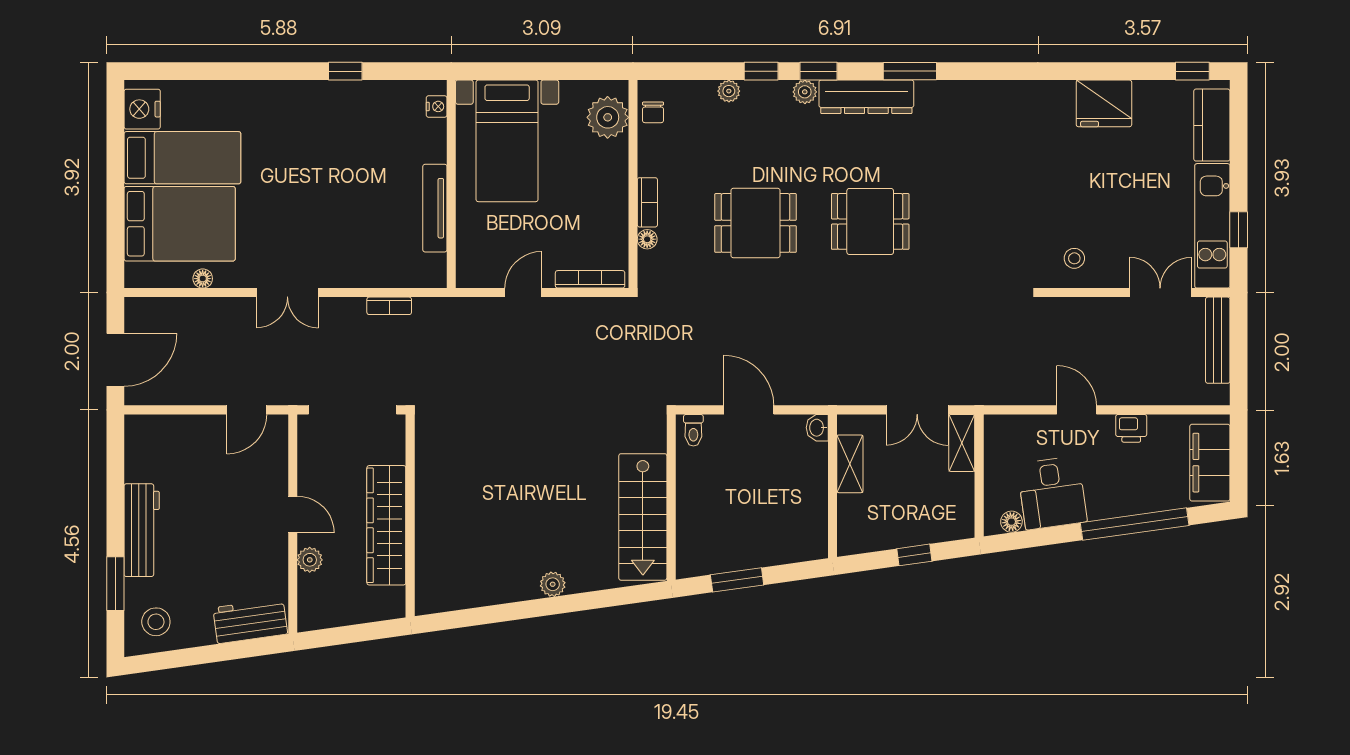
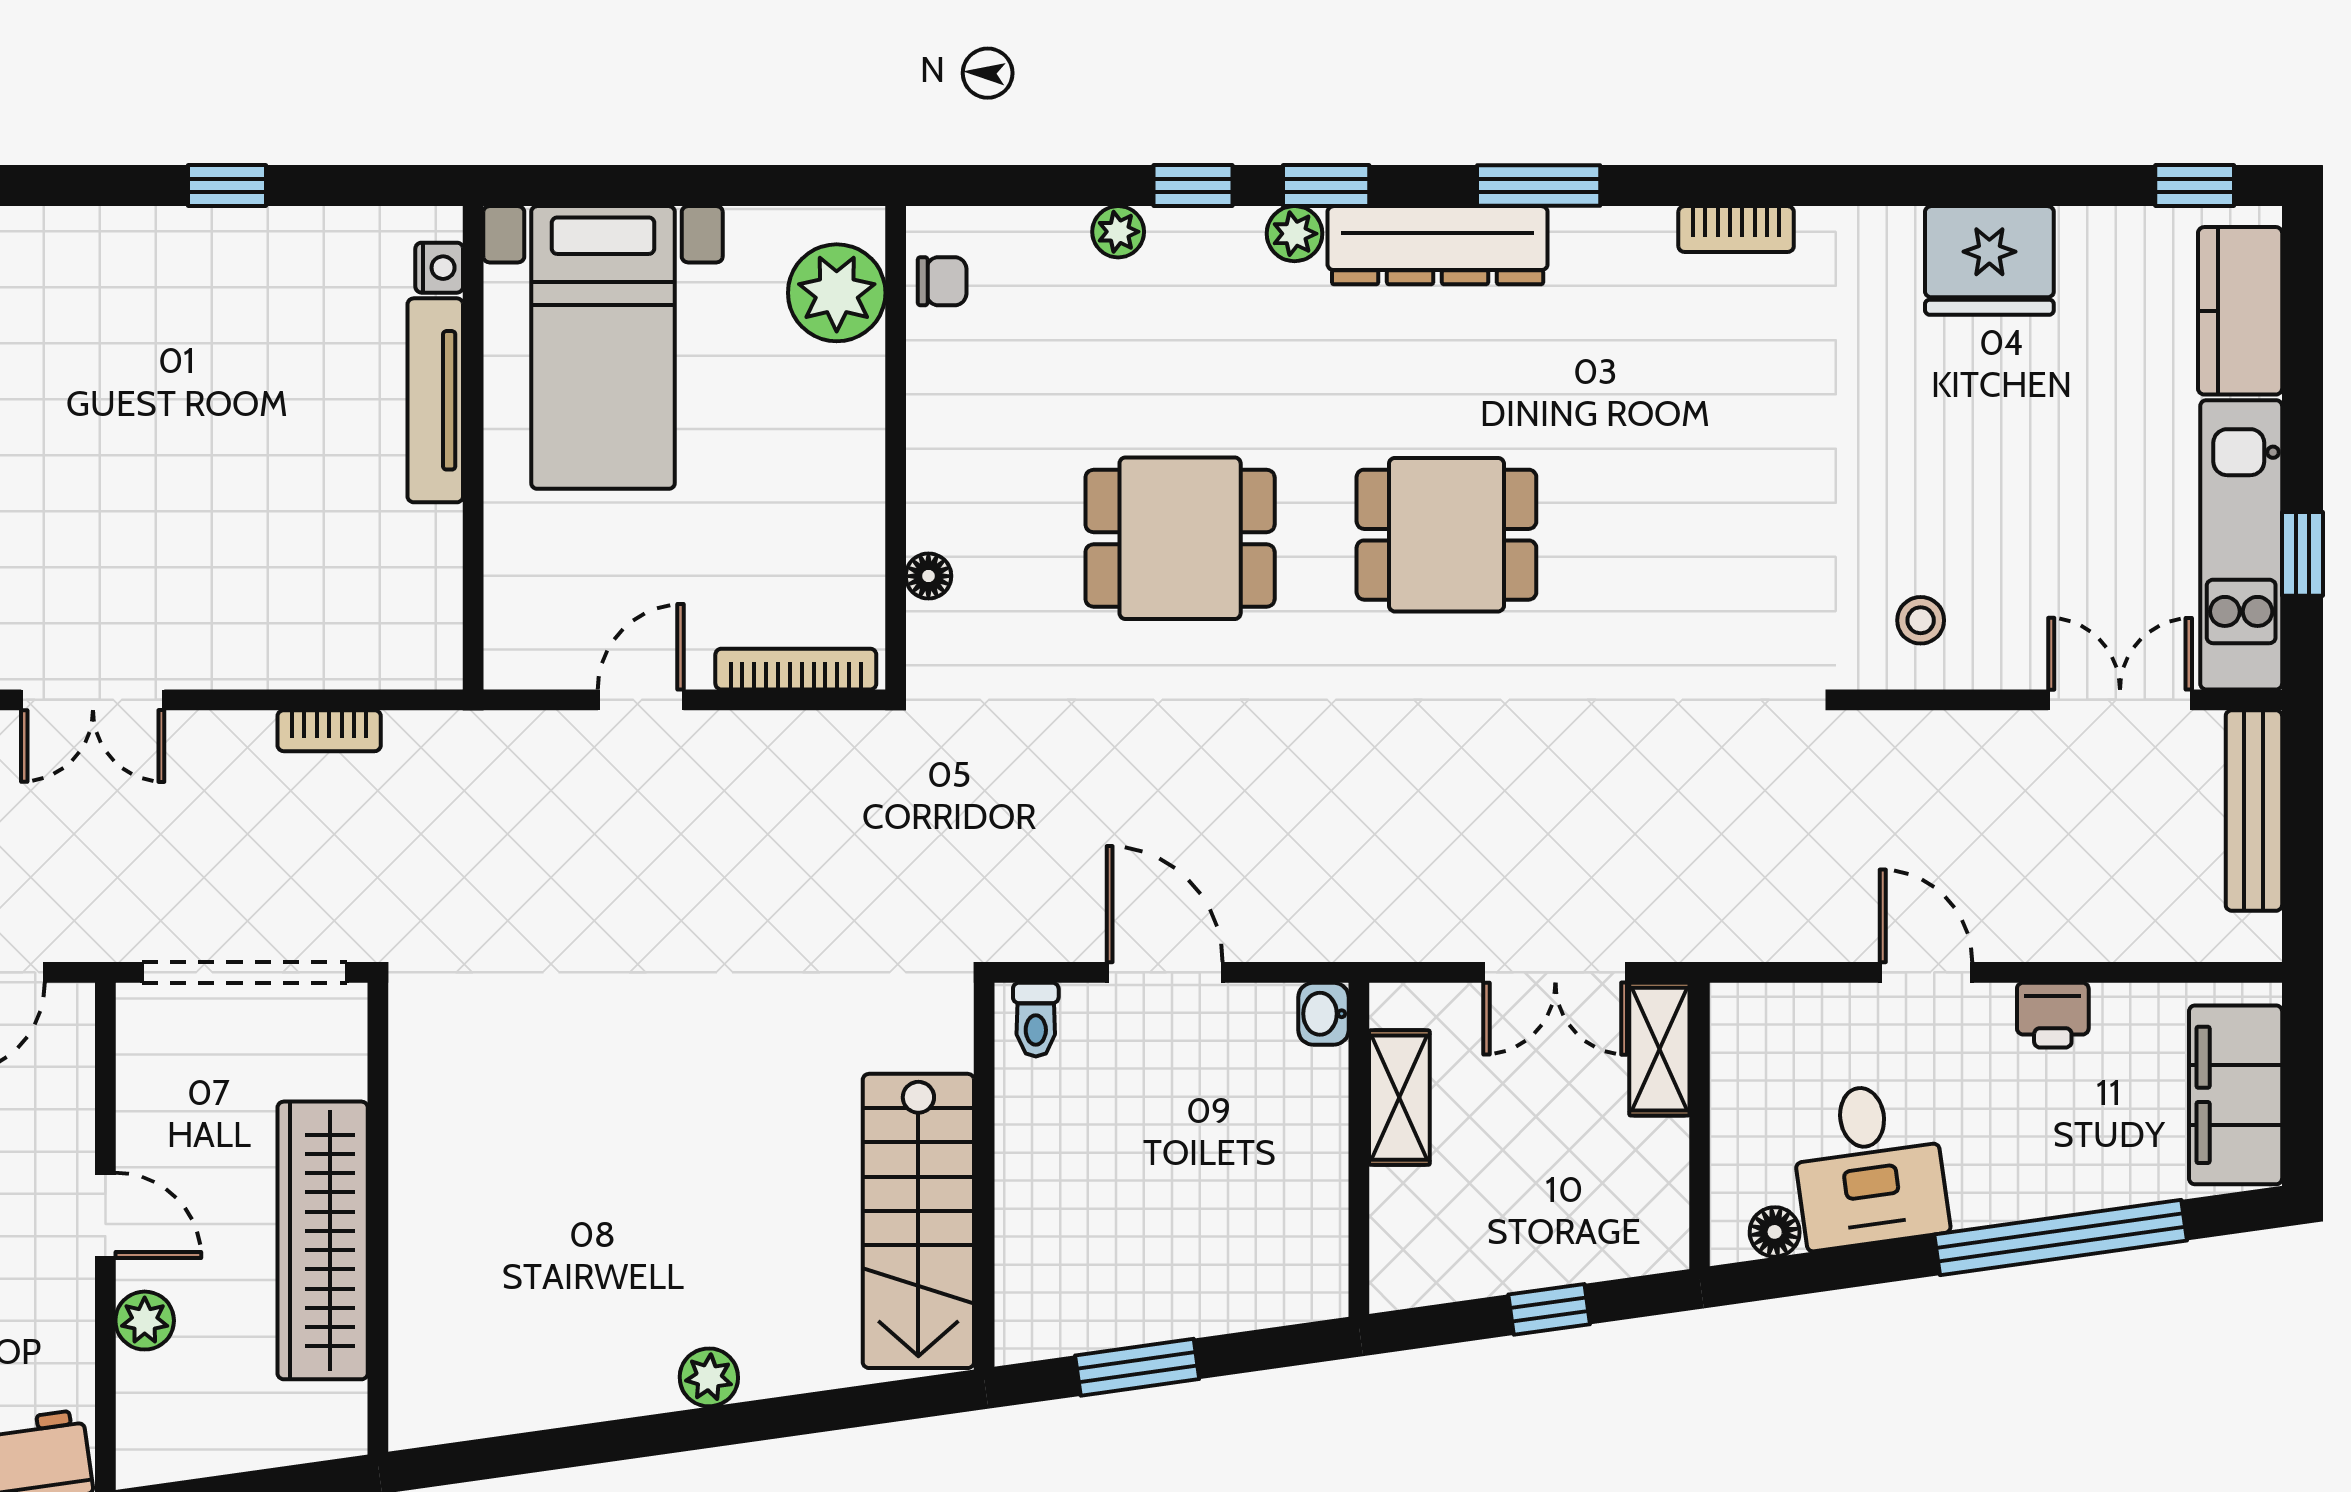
chair: (653, 112) -> (942, 281), turned -90
bookcase: (647, 202) -> (1736, 229), moved, turned 90
tv unit: (435, 208) -> (435, 400), moved

